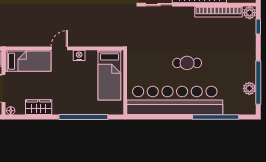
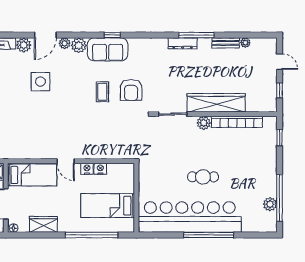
plant: (250, 13) -> (204, 123), moved
door: (59, 48) -> (66, 161), swing flipped
nightstand: (92, 55) -> (100, 169), added
bed: (109, 75) -> (108, 206), moved, turned 90
window: (216, 117) -> (209, 235), moved

